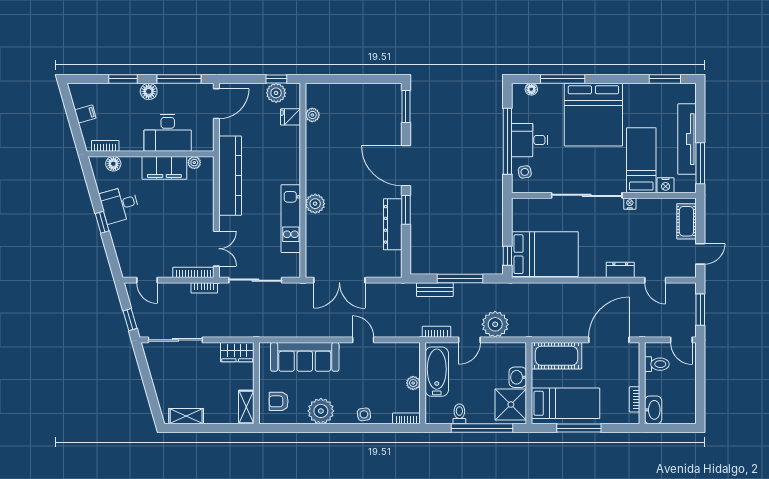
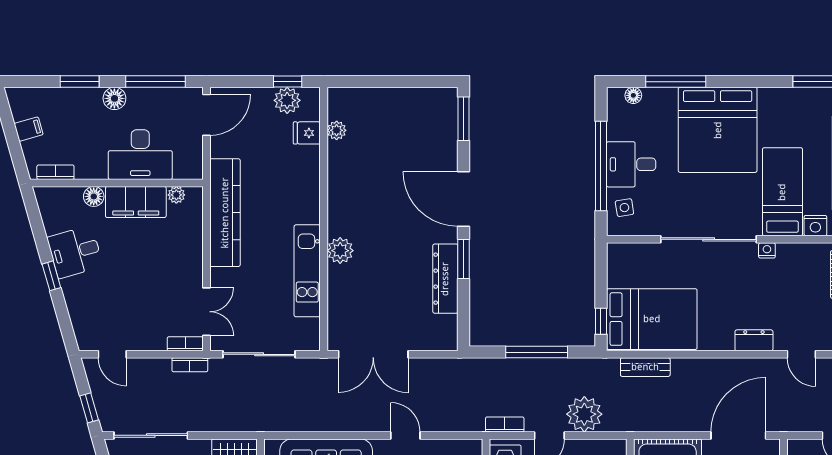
floor lamp: (113, 164) -> (94, 196), moved
bookcase: (193, 272) -> (185, 344), width x0.64
bench: (435, 290) -> (645, 367), moved

